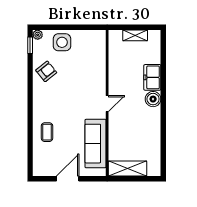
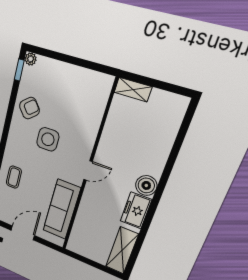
shelving: (135, 35) -> (133, 90), moved
side table: (62, 42) -> (48, 139), moved
freezer: (152, 77) -> (136, 210), moved
shelving: (128, 169) -> (122, 251), moved, turned 90

